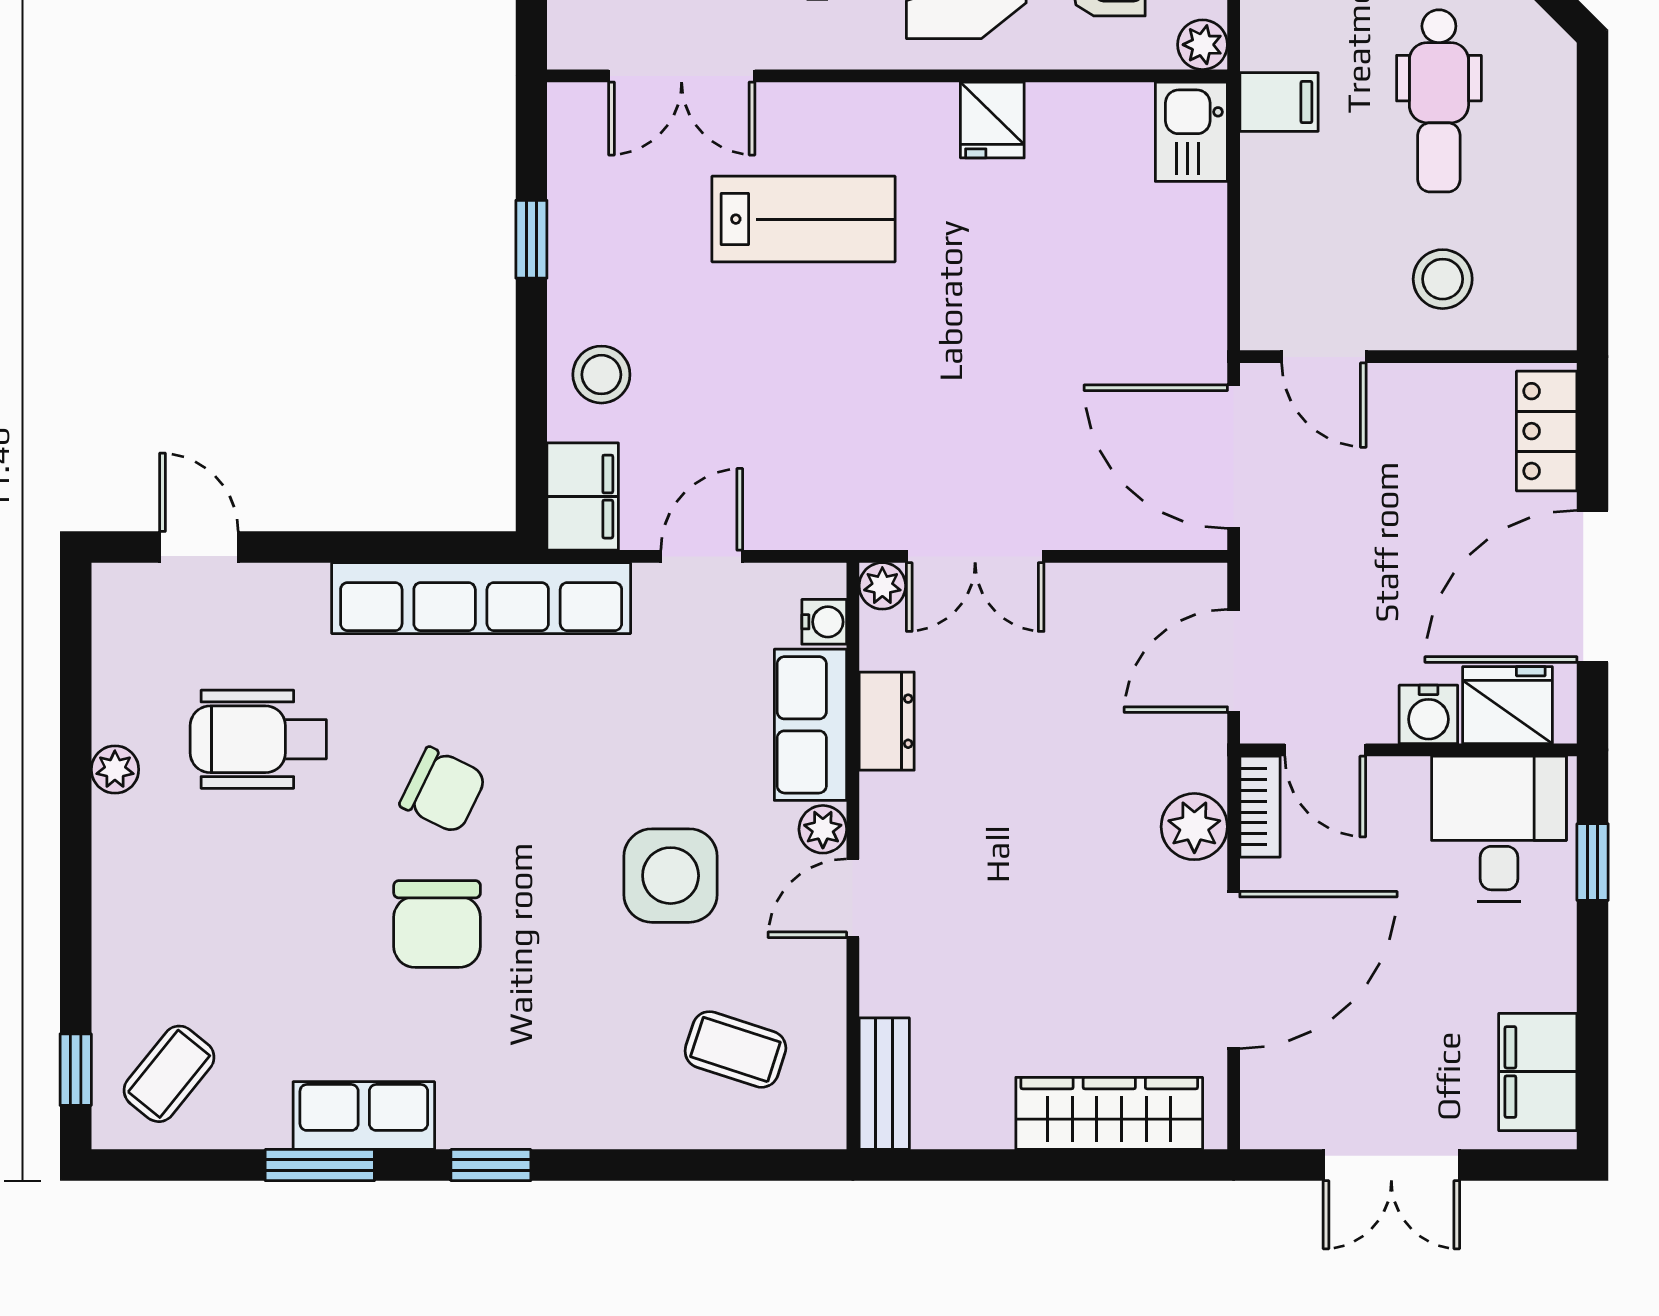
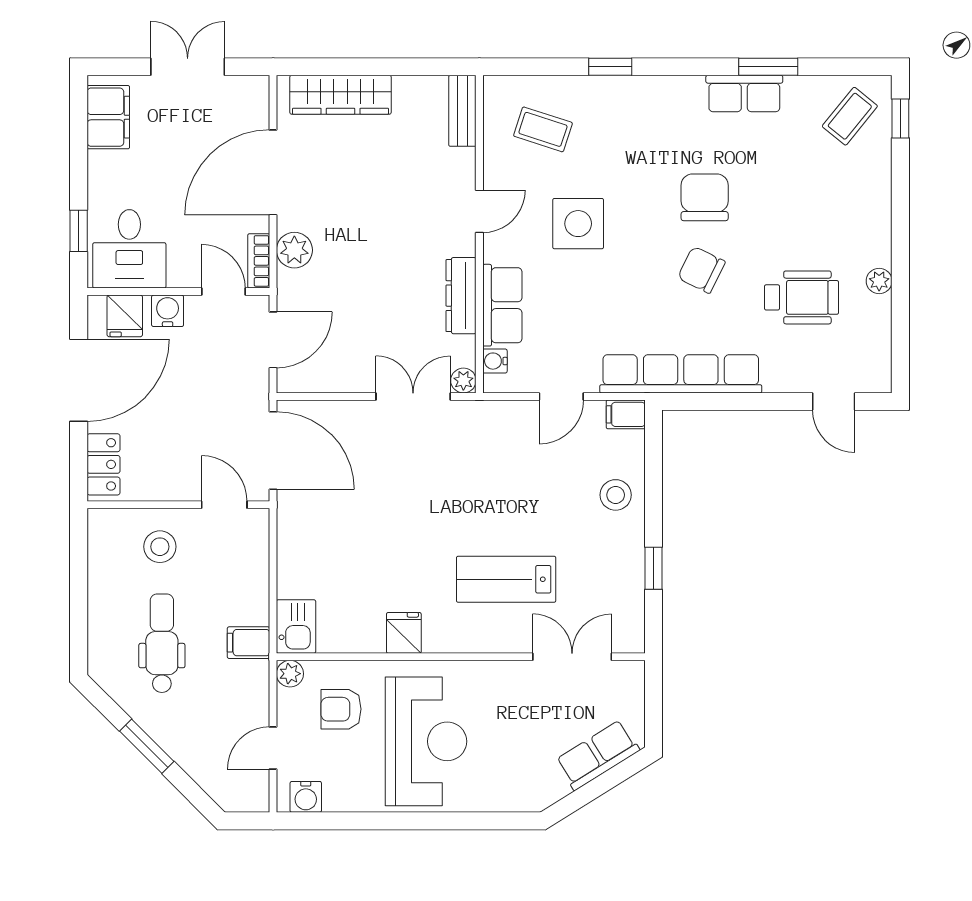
filing cabinet: (583, 497) -> (626, 414), width x0.50
fridge: (1507, 705) -> (125, 316), width x0.72
dresser: (887, 721) -> (461, 296), width x1.44
plant: (823, 829) -> (496, 249), removed
window: (491, 1165) -> (610, 67), moved

